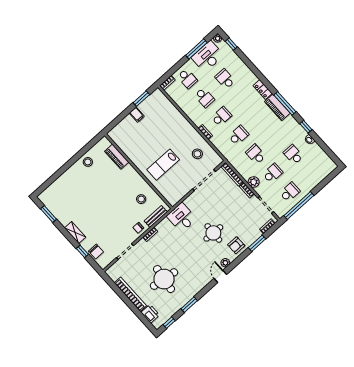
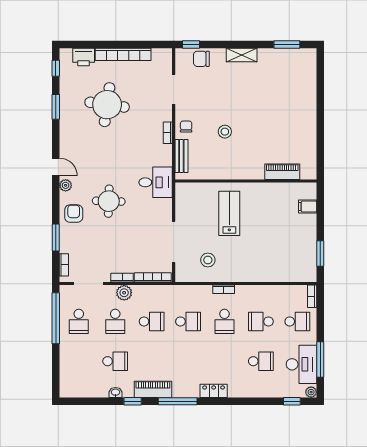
school desk: (187, 79) -> (297, 321), turned 180
piano: (277, 107) -> (153, 389), moved
filing cabinet: (137, 115) -> (308, 206), moved
school desk: (239, 135) -> (188, 321), turned -90
stool: (88, 162) -> (304, 136), removed
stool: (141, 199) -> (225, 132), moved
window: (82, 251) -> (191, 44), moved

